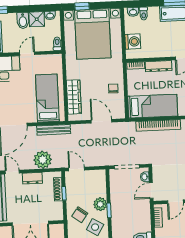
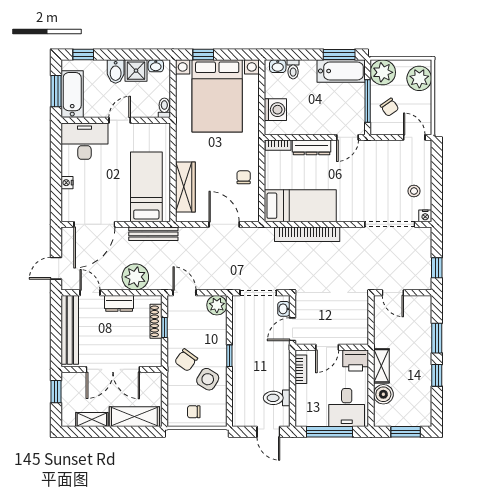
plant: (100, 204) -> (217, 305), moved

